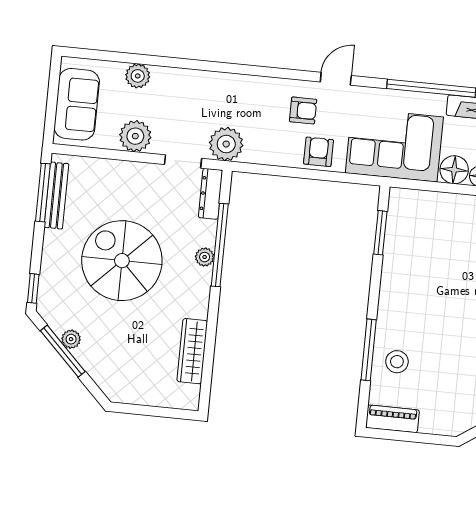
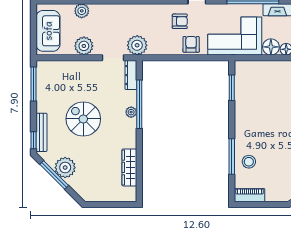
bench: (56, 196) -> (41, 132), moved
spiral stairs: (122, 261) -> (83, 119), width x0.73, depth x0.73
plant: (71, 339) -> (65, 168), width x1.87, depth x1.87

